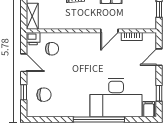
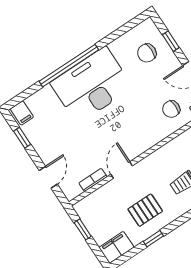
desk: (116, 97) -> (92, 85), moved

